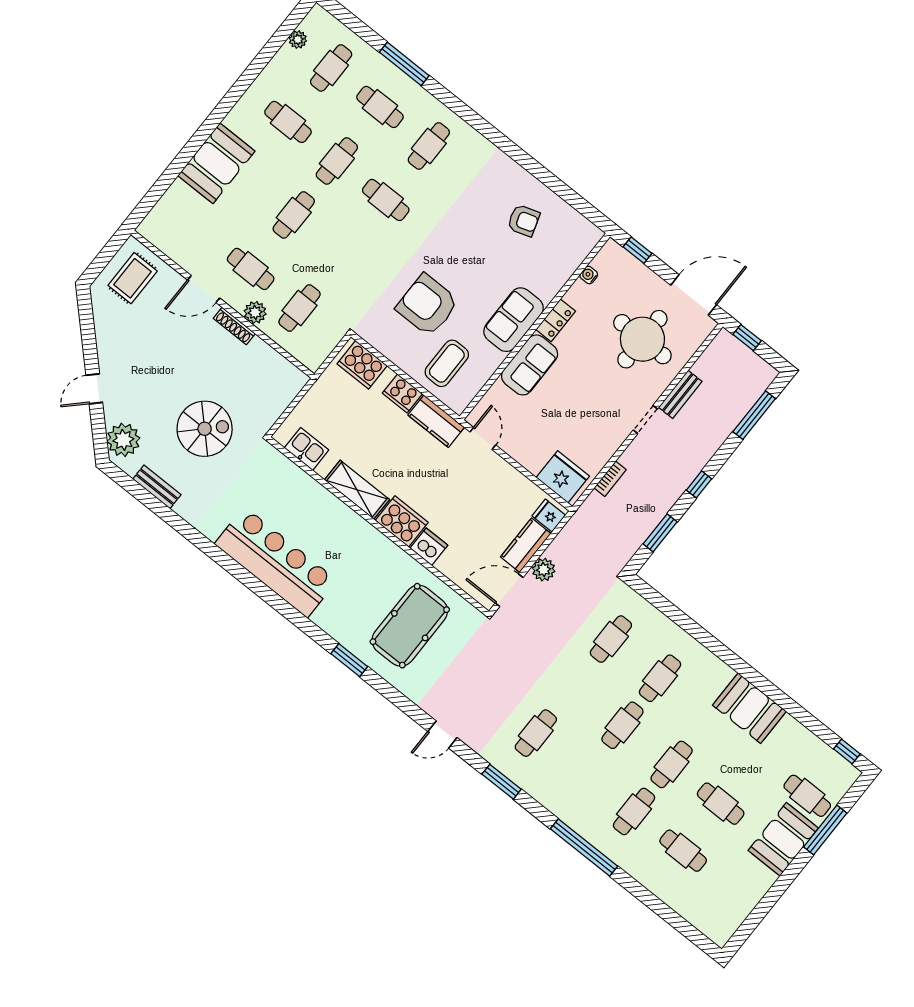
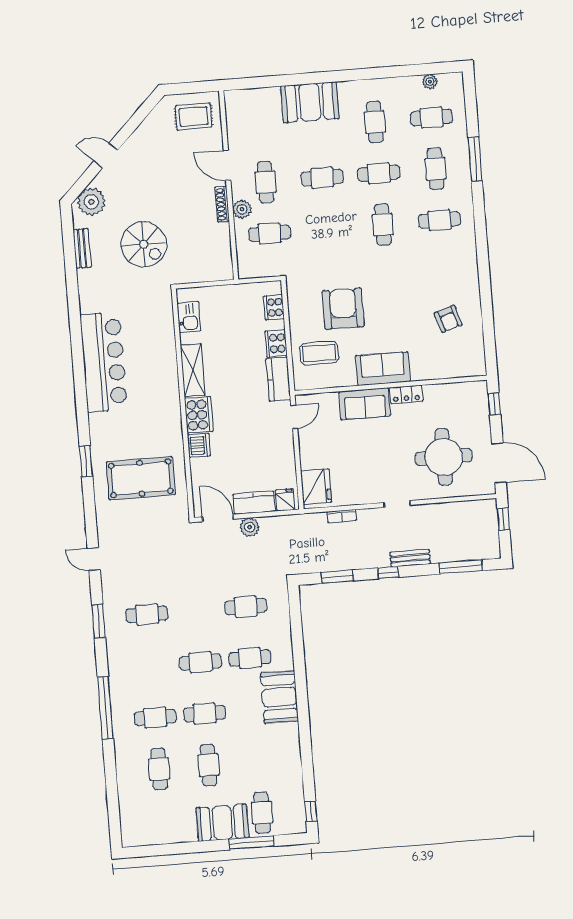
water cooler: (589, 275) -> (452, 389), removed
cooker: (362, 365) -> (274, 307), width x0.73, depth x0.76
bench: (680, 394) -> (410, 558), moved
booth: (749, 708) -> (280, 697), moved

